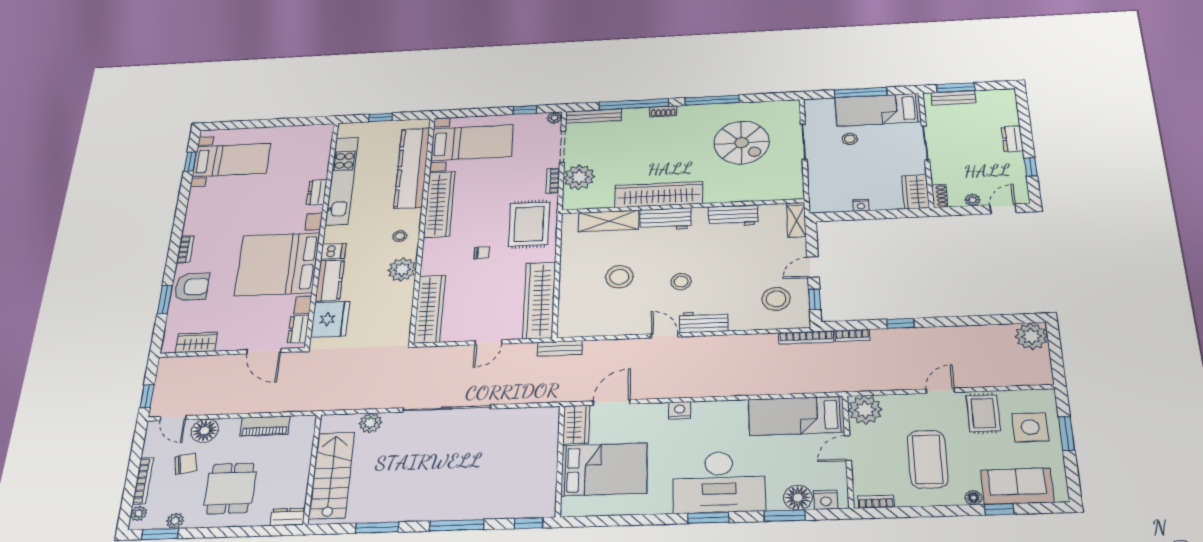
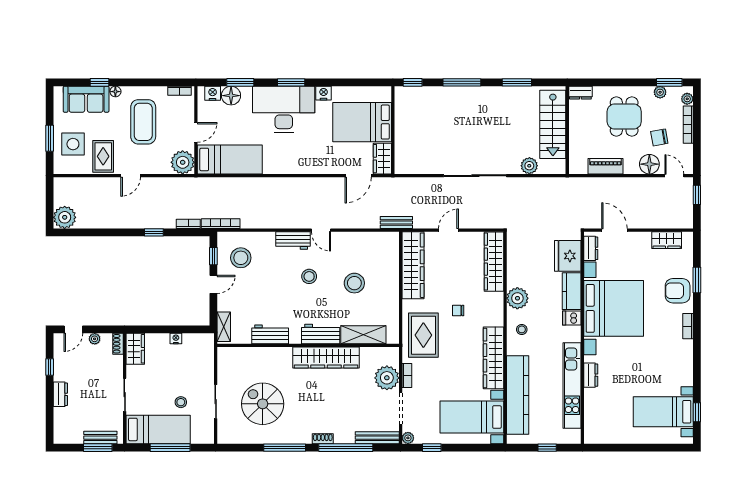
nightstand: (680, 410) -> (324, 93), moved, turned 180

